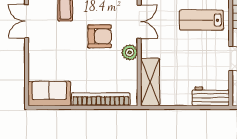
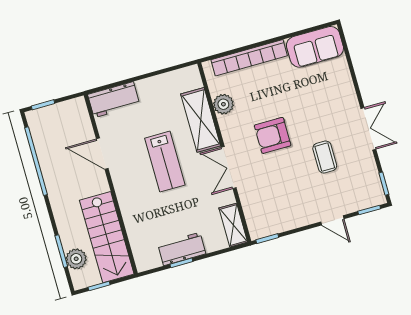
lab bench: (201, 20) -> (165, 162), moved, turned 90
plant: (130, 52) -> (223, 104), moved
shelving: (150, 82) -> (201, 120), moved

